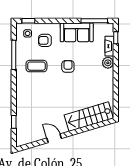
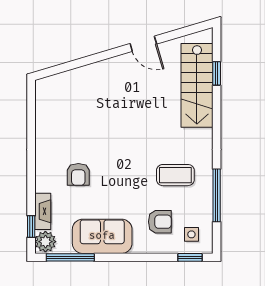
plant: (108, 63) -> (45, 242), moved
armchair: (68, 66) -> (78, 174), moved
stairs: (89, 117) -> (197, 85), moved, turned 107

